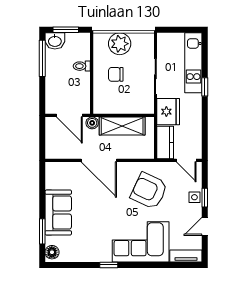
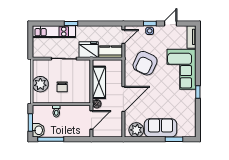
plant: (55, 178) -> (136, 130), added
door: (205, 226) -> (170, 24), swing flipped
floor lamp: (52, 252) -> (189, 132), removed

